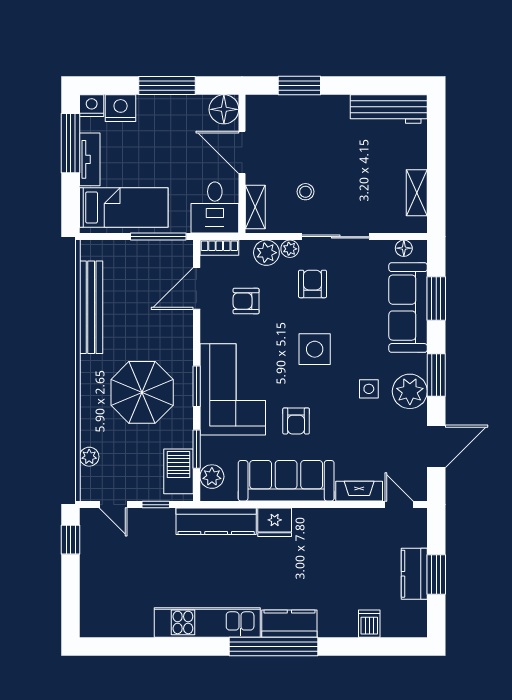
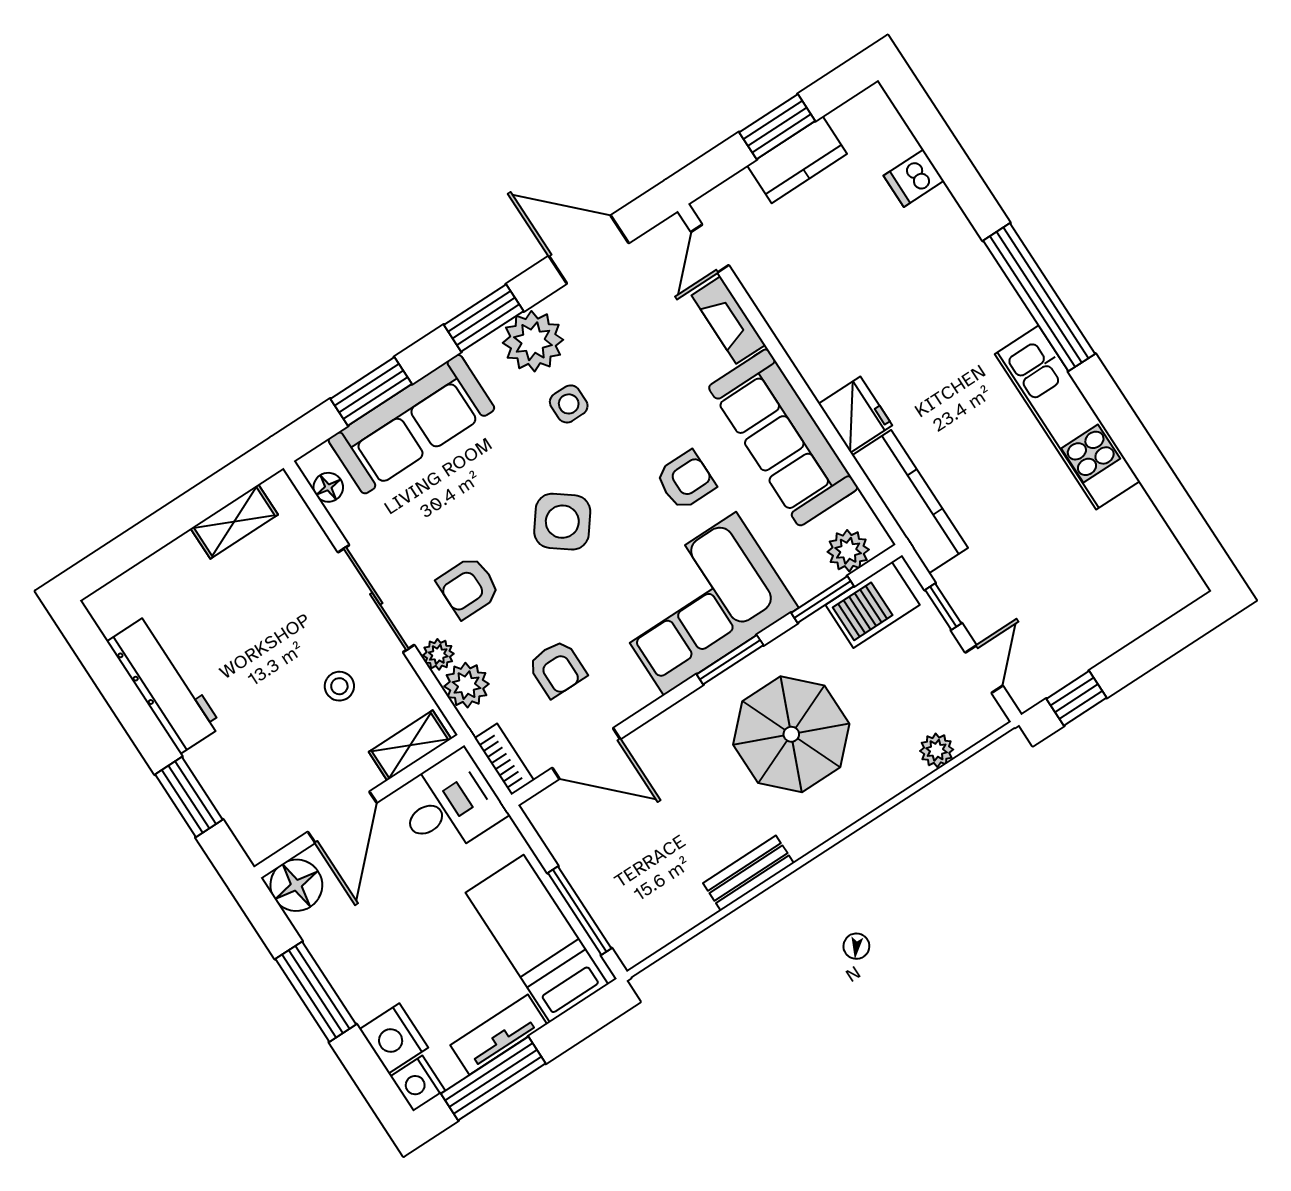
workbench: (389, 109) -> (164, 684), moved
window: (158, 237) -> (580, 911), moved
bench: (91, 307) -> (748, 873), width x0.54, depth x0.82
side table: (315, 349) -> (562, 522), turned 37
kitchen counter: (289, 624) -> (990, 296), removed

